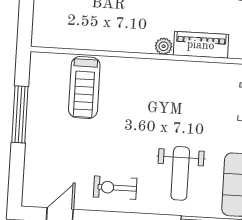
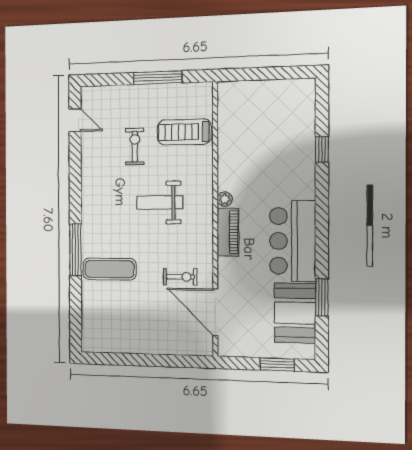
weight bench: (180, 173) -> (160, 203), moved
exercise bike: (115, 188) -> (135, 146), moved

